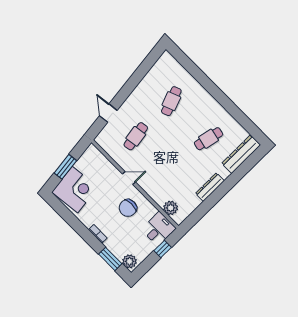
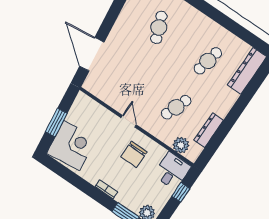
door: (108, 113) -> (92, 54), width x1.88
cafe table: (136, 136) -> (176, 107), moved, turned 30
door: (129, 178) -> (129, 121), hinge flipped
dresser: (210, 187) -> (209, 130), moved

